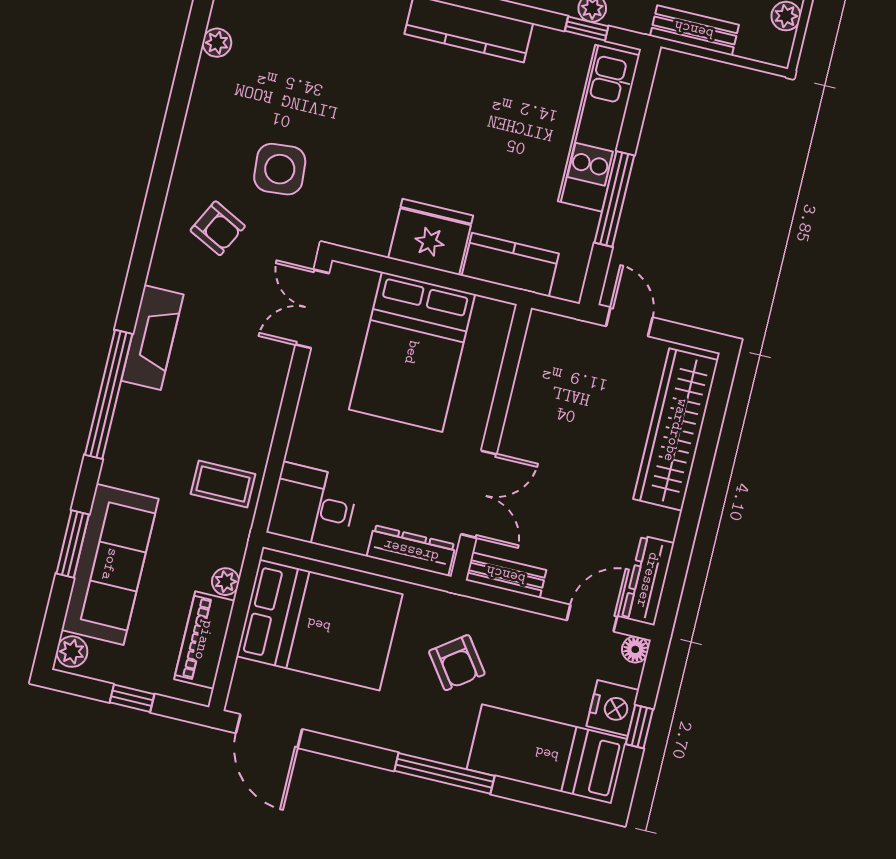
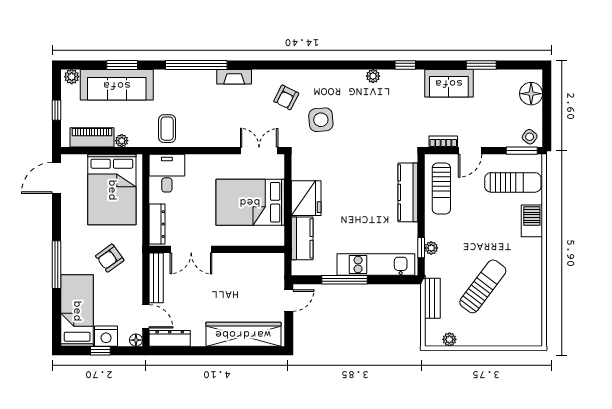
fireplace: (152, 338) -> (234, 77), width x0.73, depth x0.76
bench: (506, 575) -> (156, 278), width x1.36

